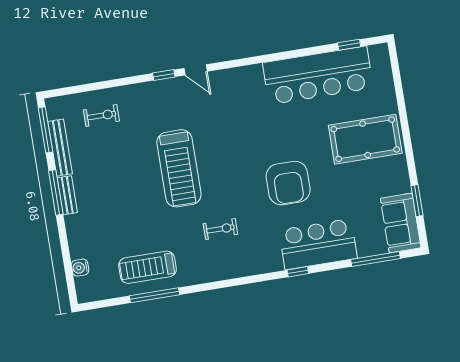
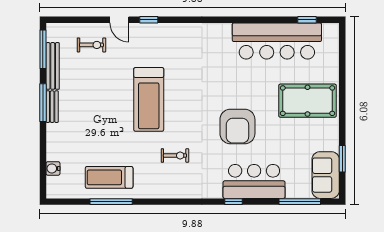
door: (196, 70) -> (119, 20), moved

